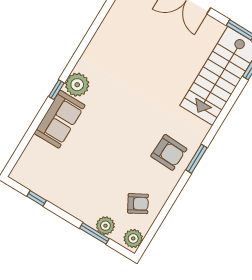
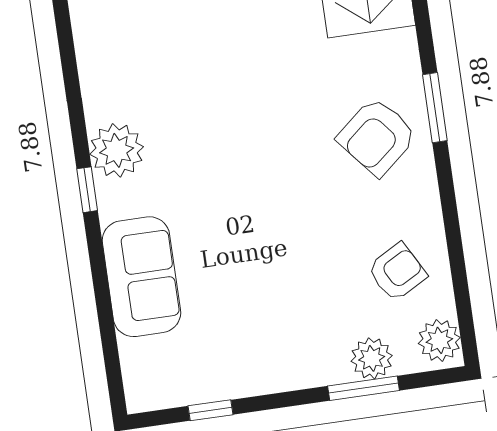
sofa: (60, 119) -> (141, 277), moved
armchair: (169, 152) -> (377, 137), turned 138

